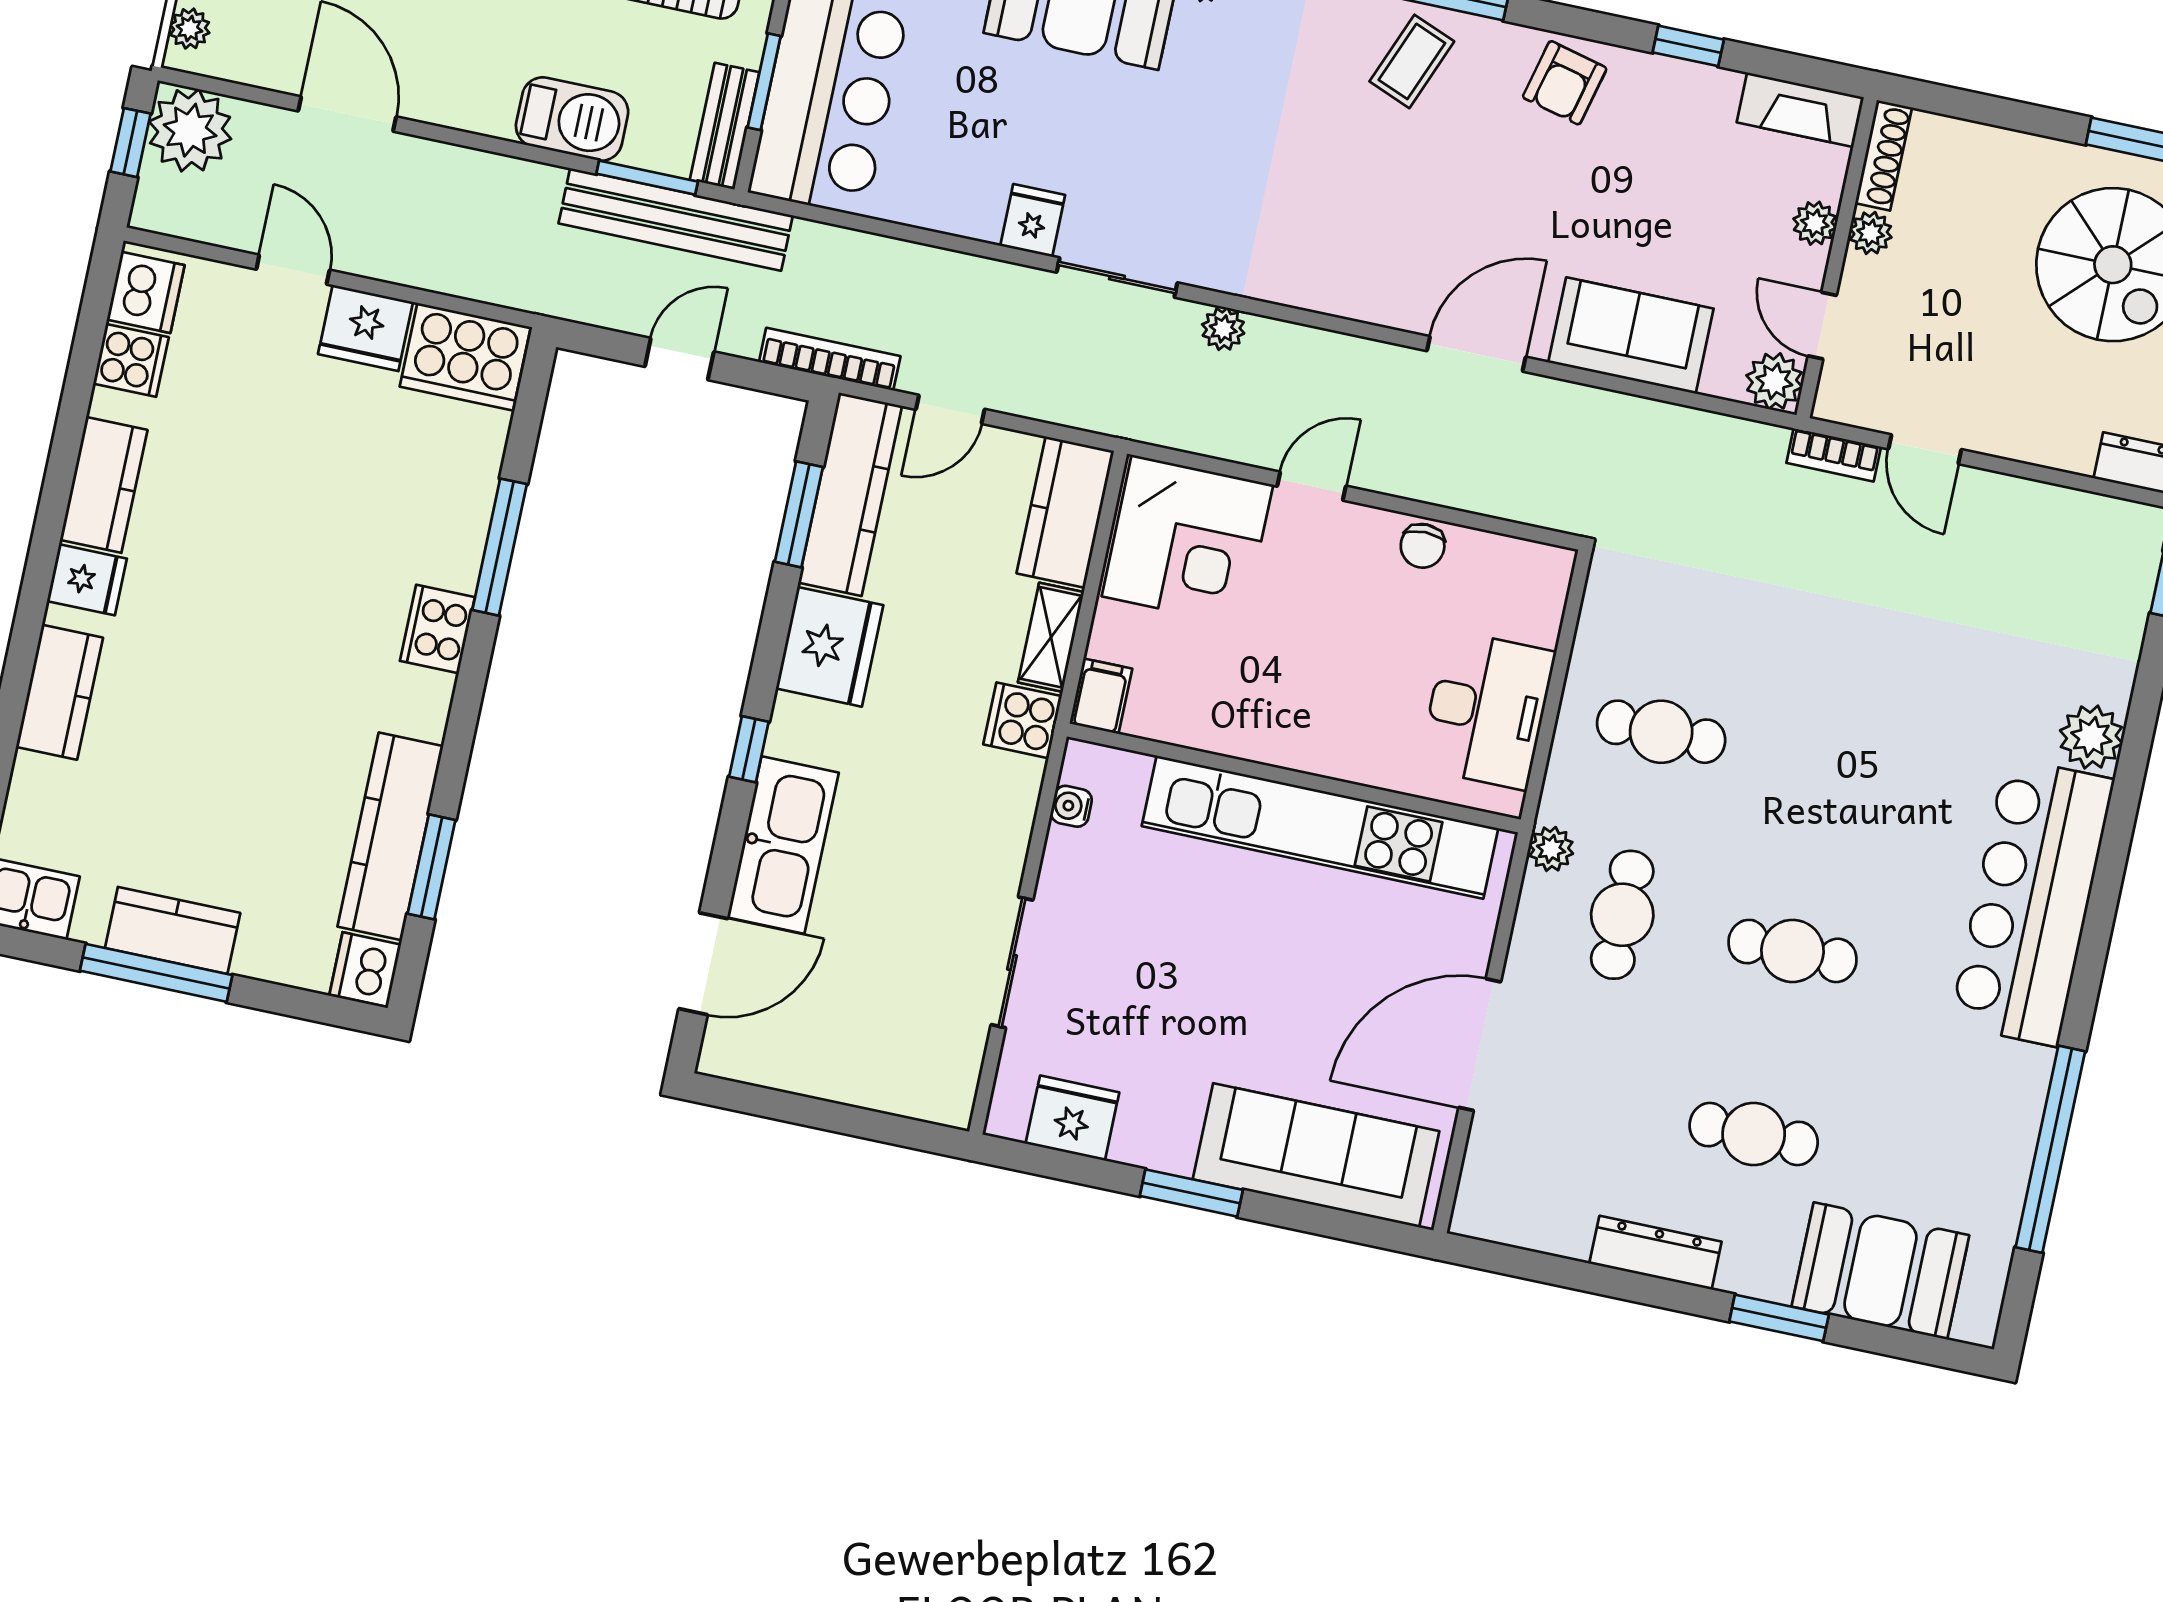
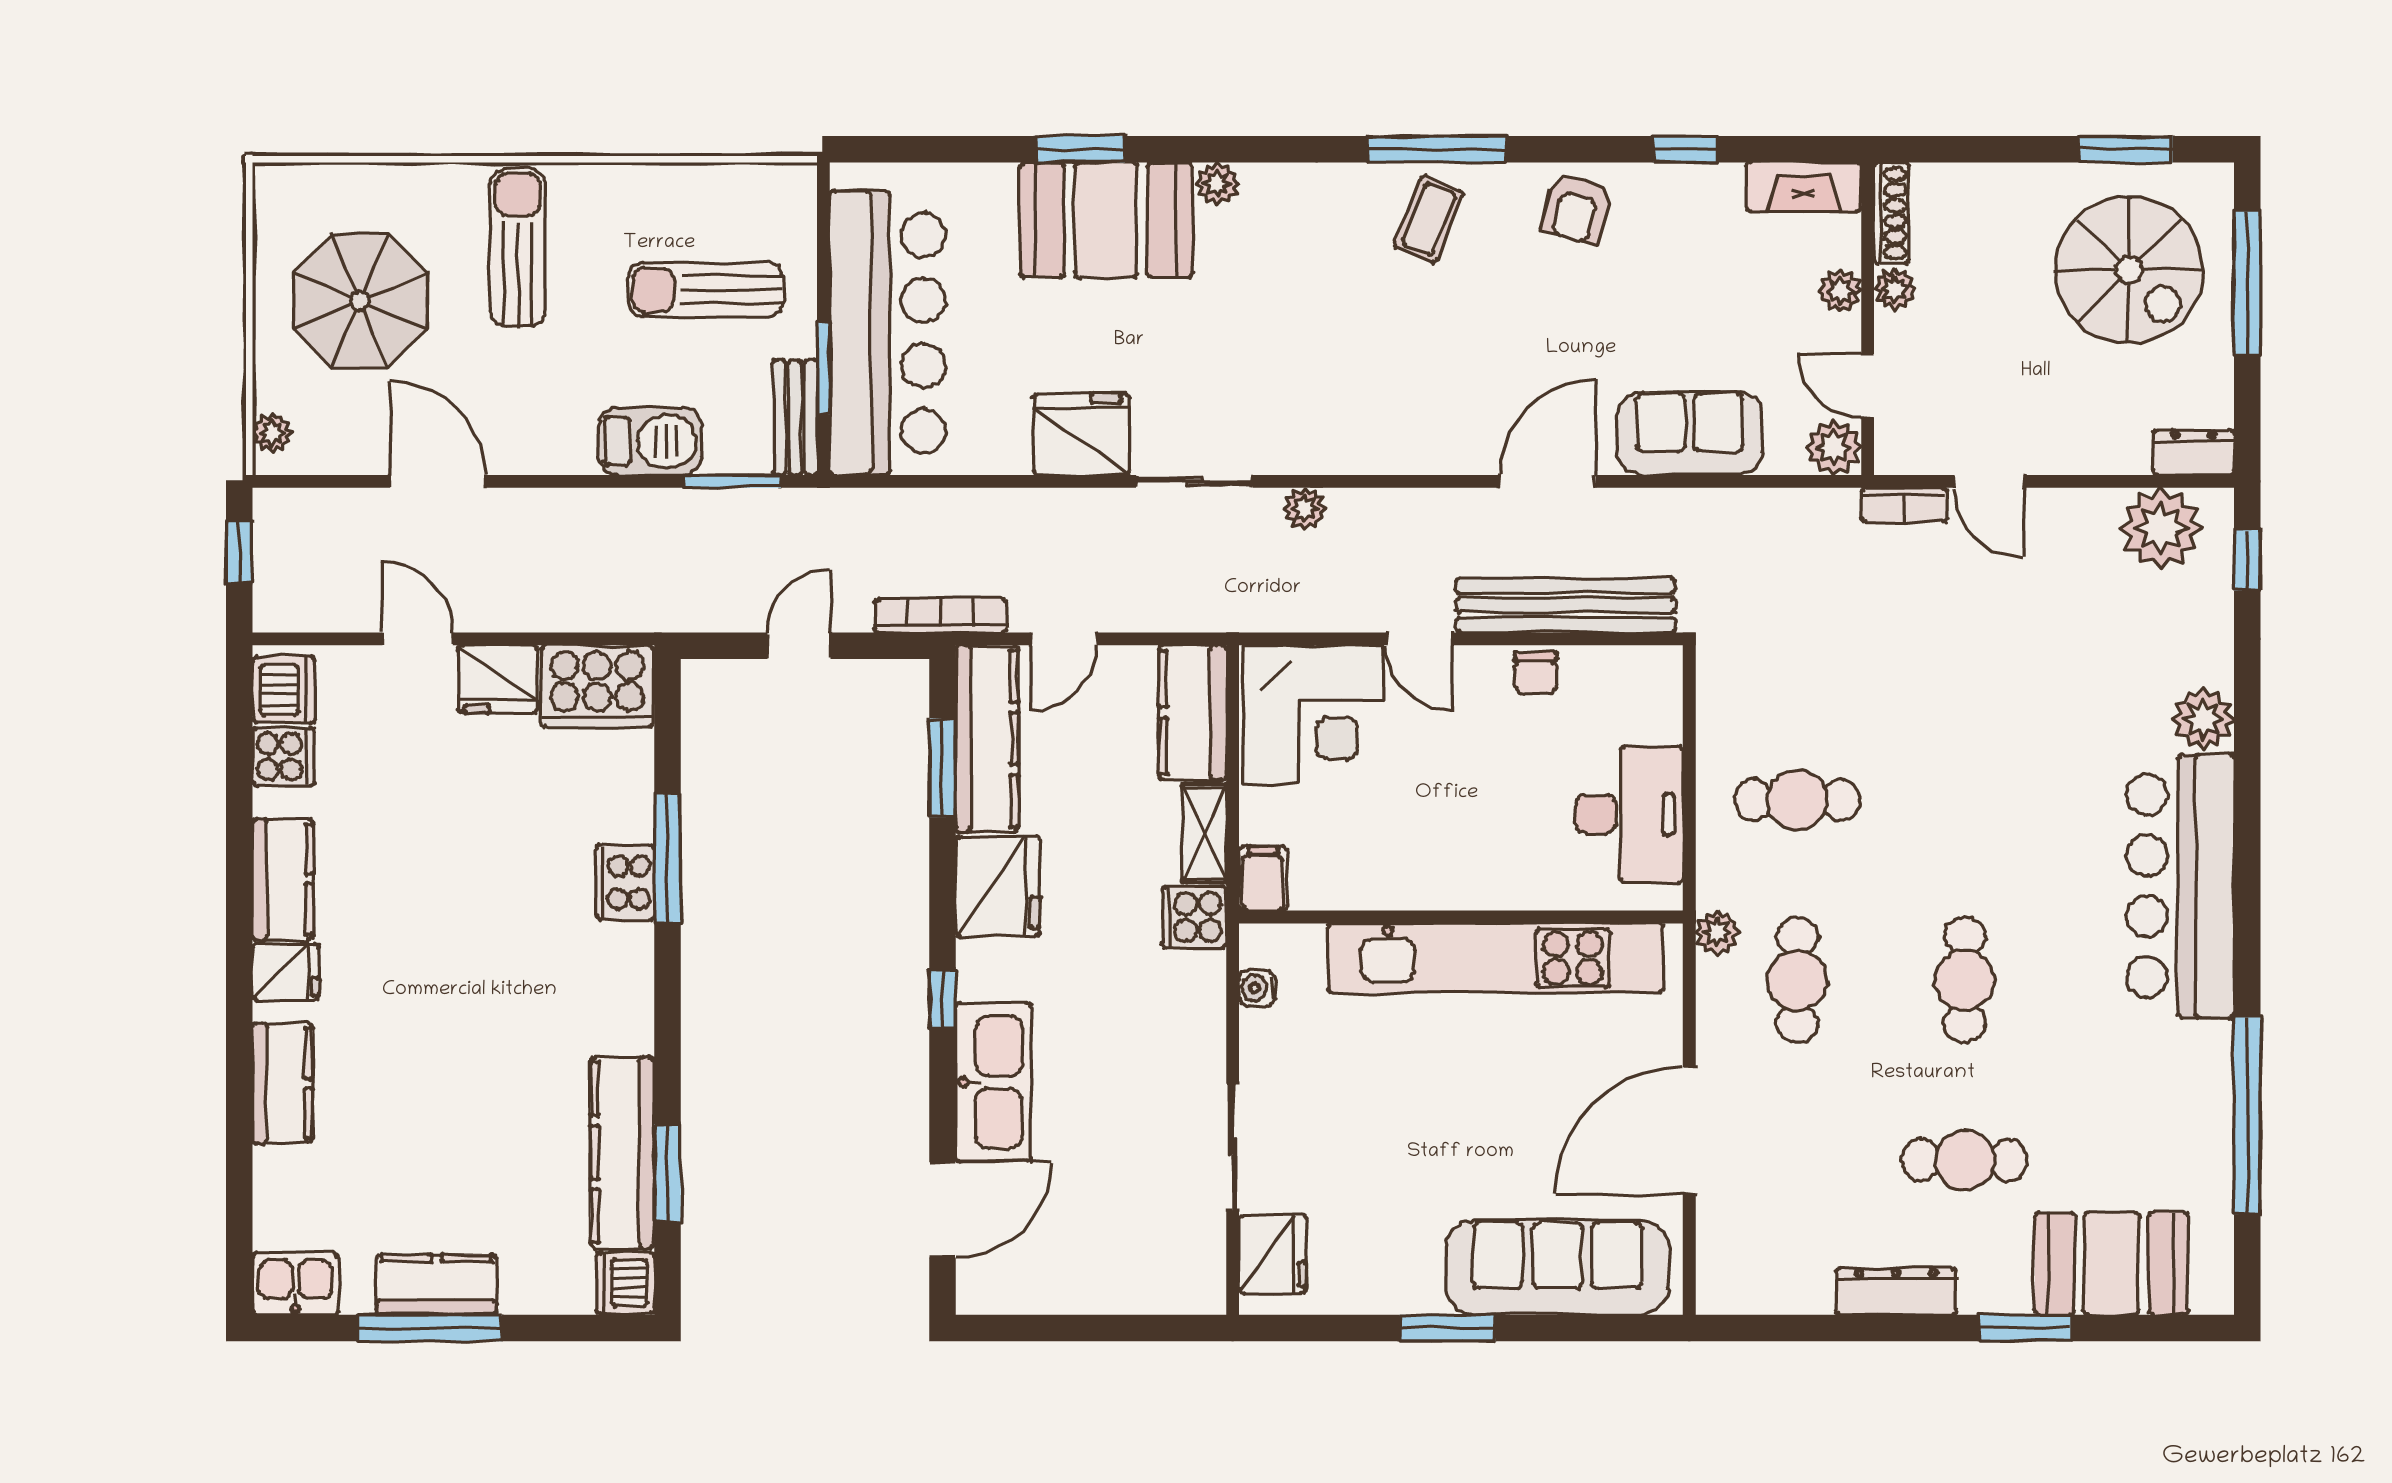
plant: (190, 130) -> (2161, 528), moved
bench: (676, 219) -> (1565, 605), moved
fridge: (1033, 220) -> (1081, 434), width x1.88, depth x1.34
door: (1312, 486) -> (1419, 639), swing flipped
cooker: (437, 629) -> (625, 882), moved
cafe table: (1793, 951) -> (1965, 980), turned 90
fridge: (1072, 1118) -> (1273, 1254), moved, turned 90

